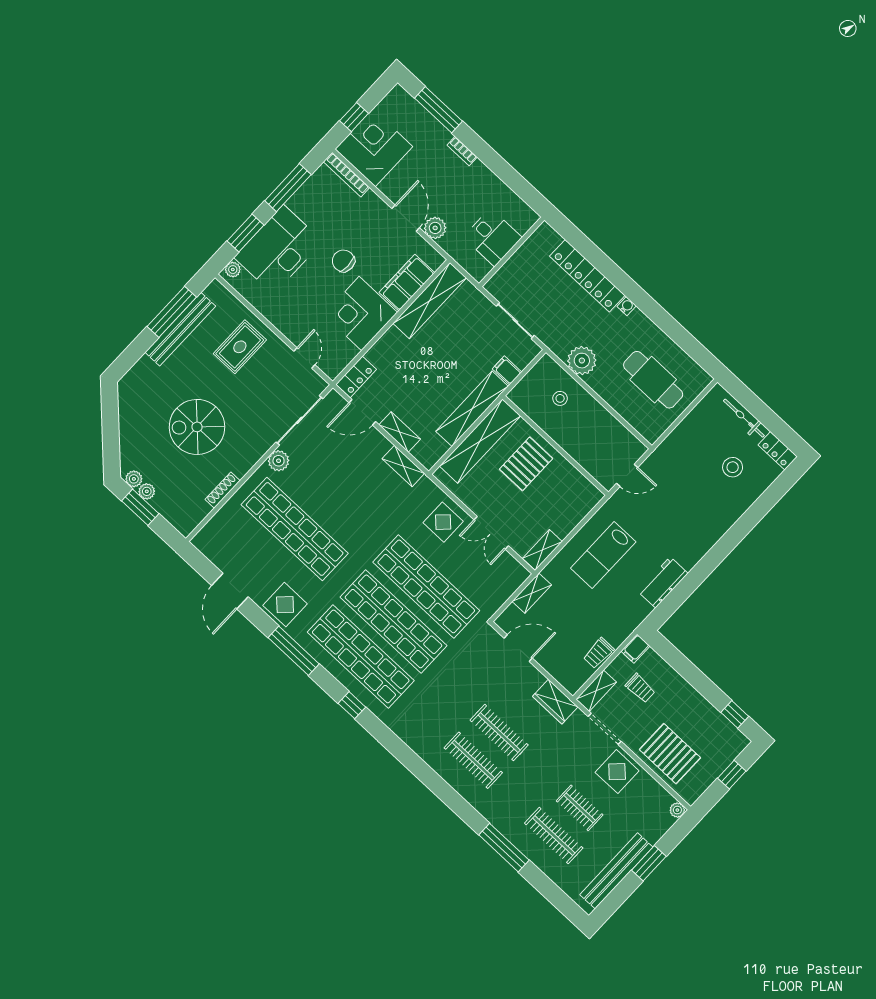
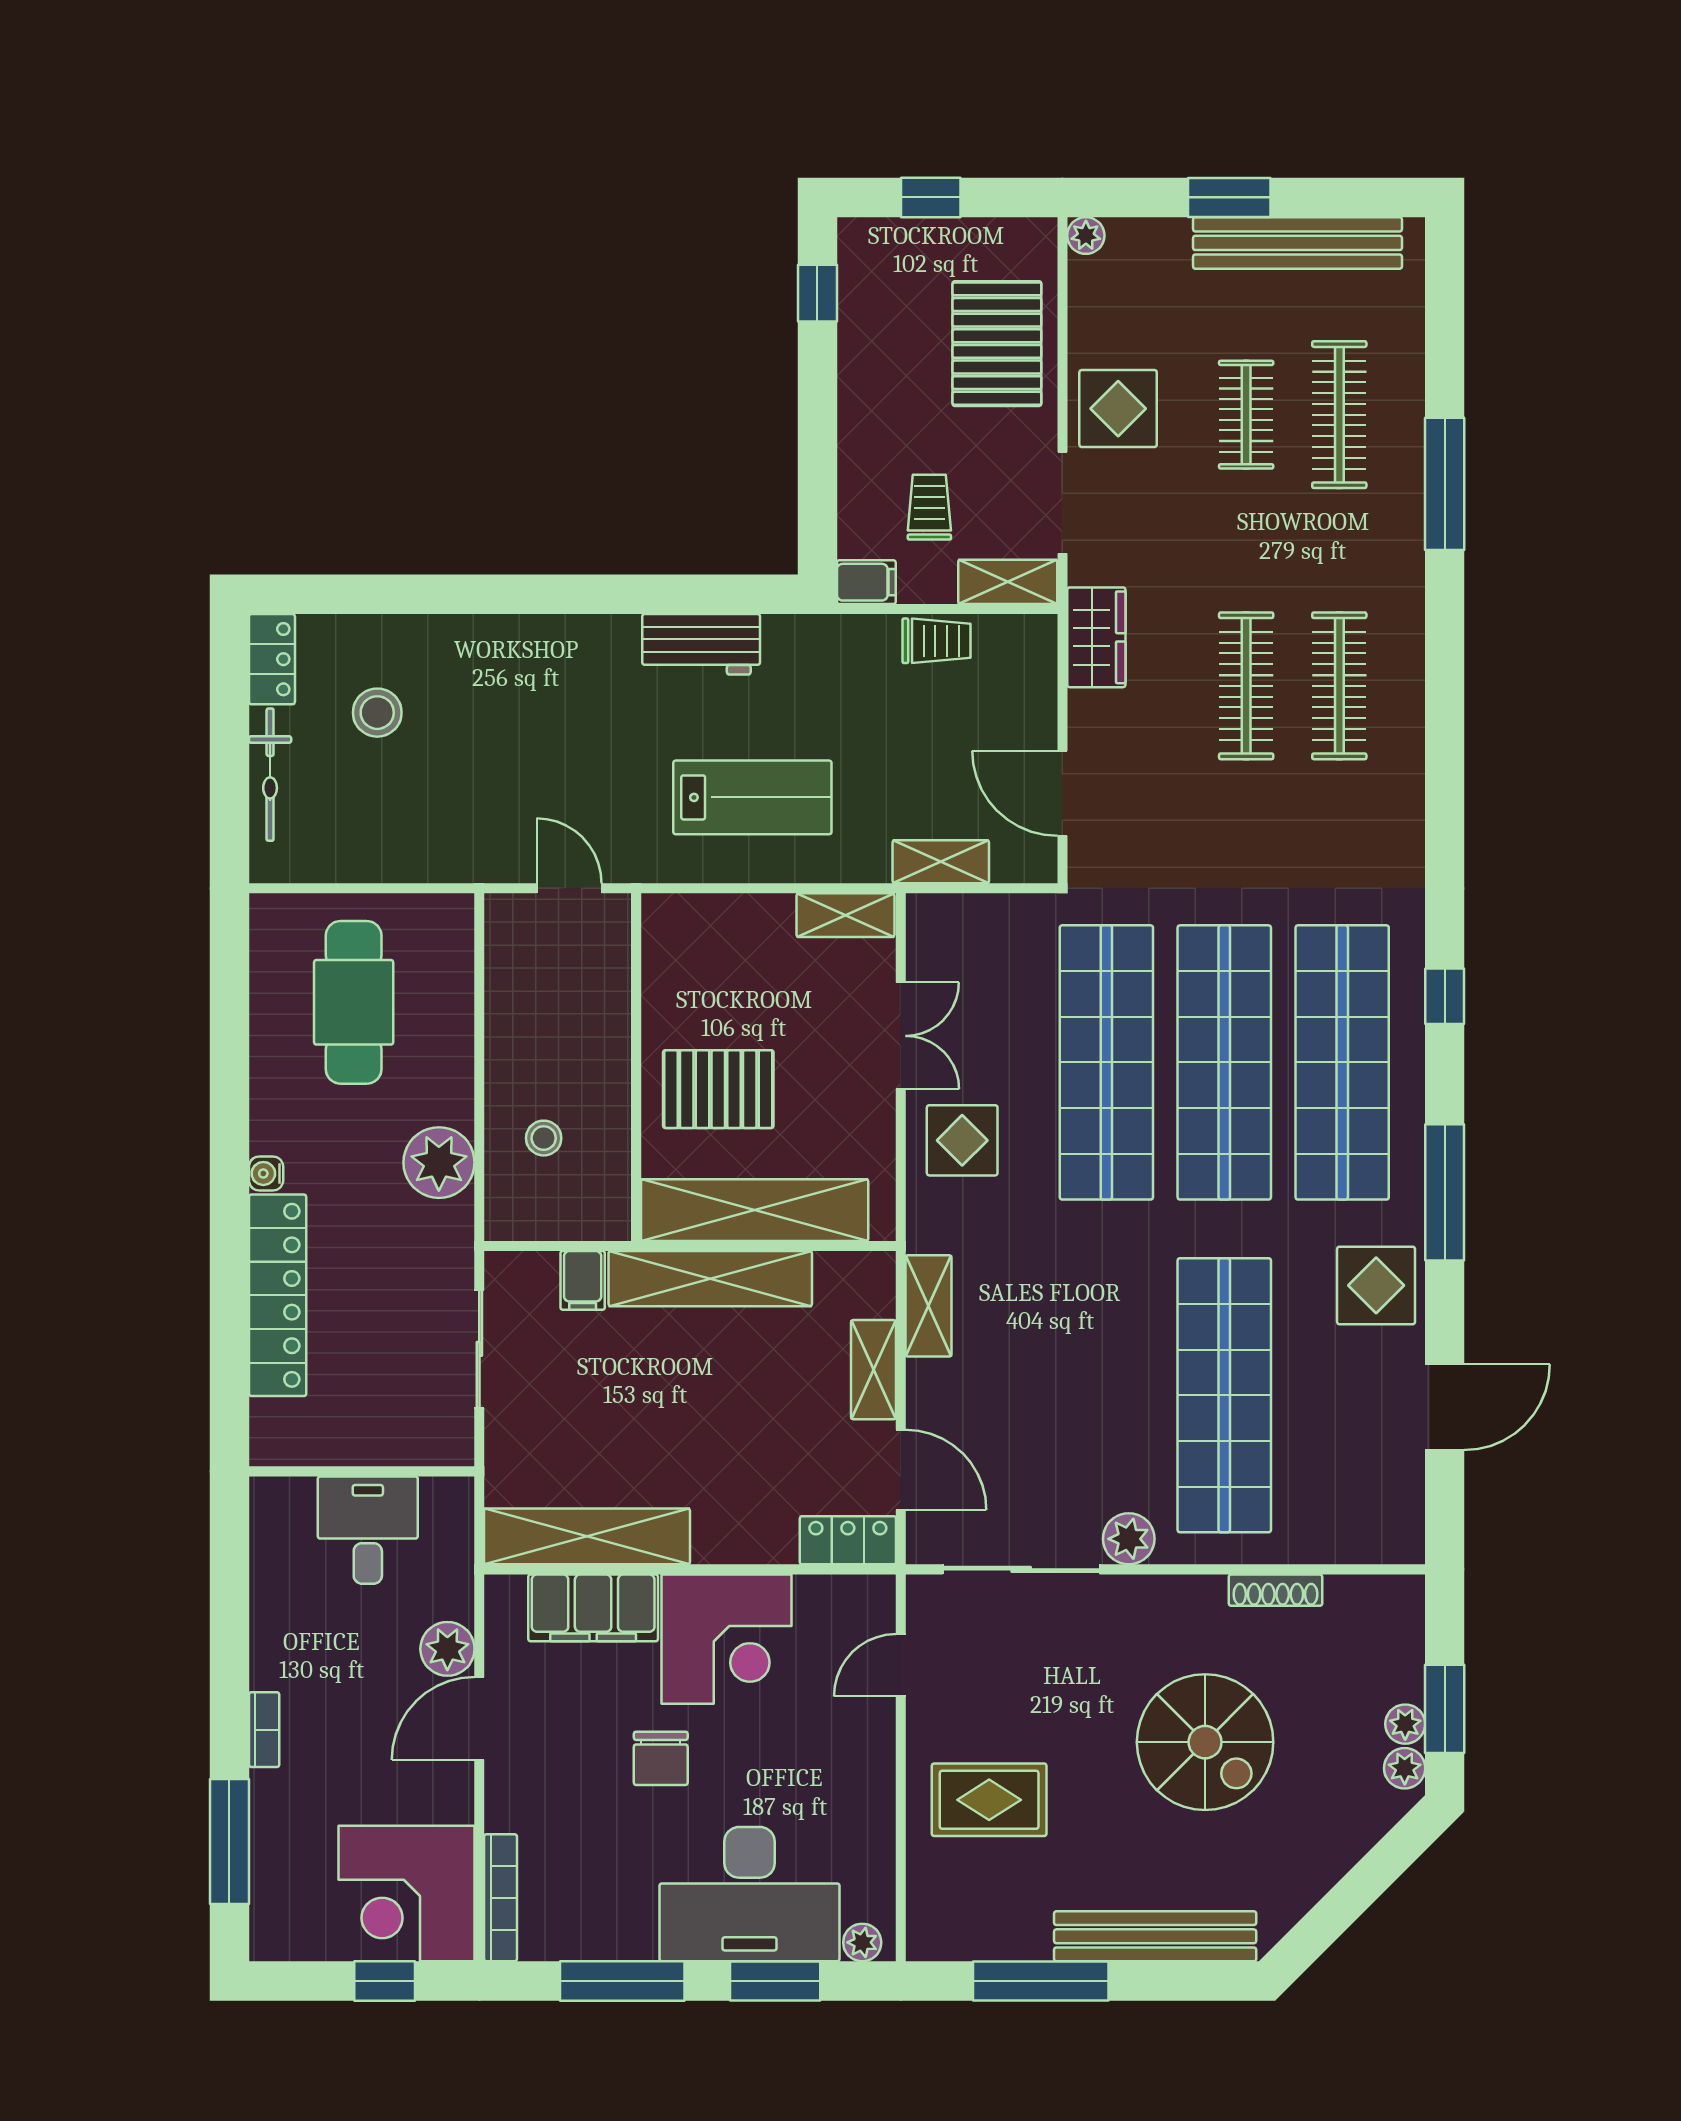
bench: (180, 329) -> (1155, 1936), moved

